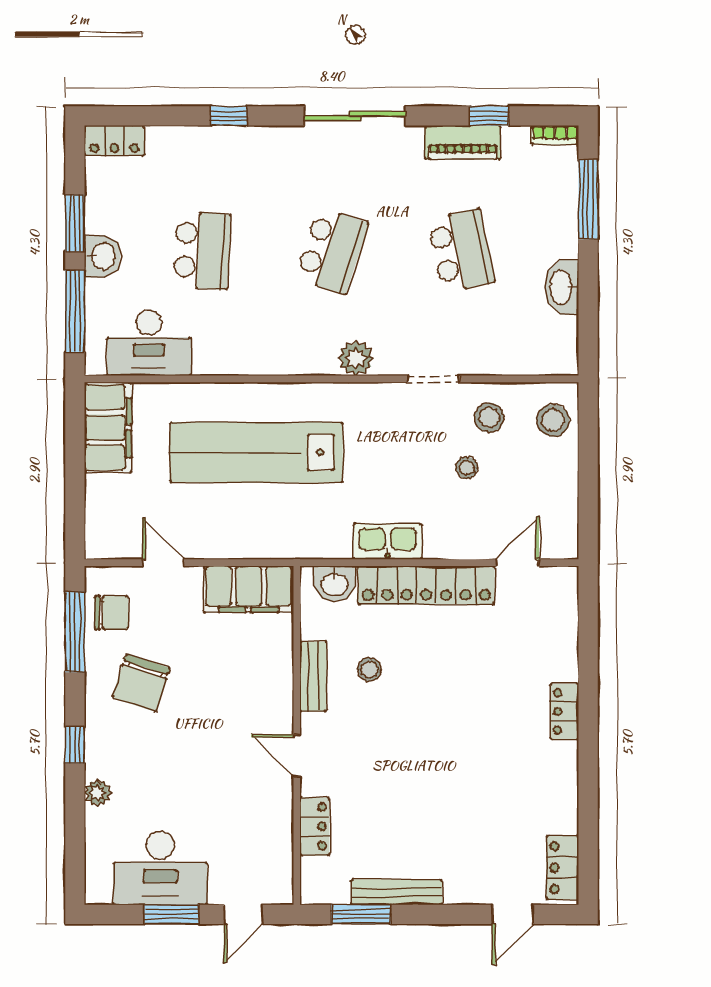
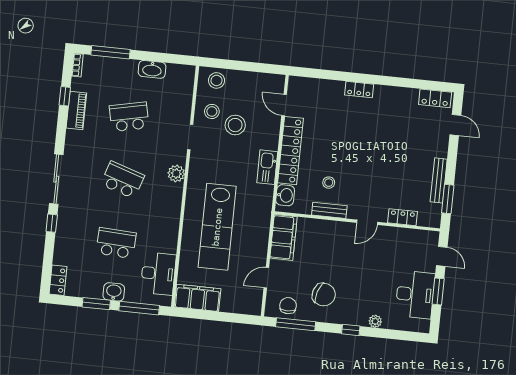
sliding door: (355, 116) -> (56, 179), moved
stool: (467, 468) -> (235, 125), width x1.89, depth x1.89

